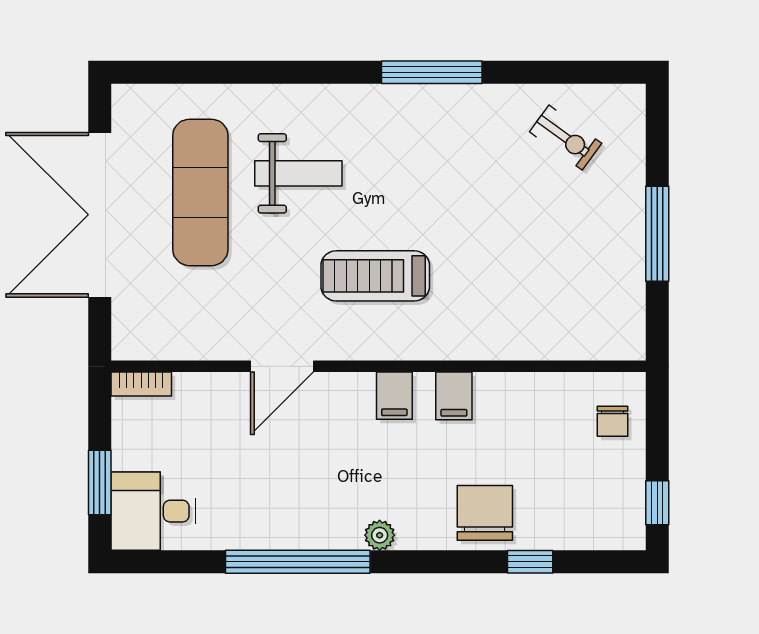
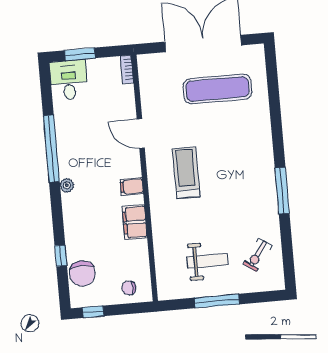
weight bench: (298, 173) -> (207, 261), moved, turned -90
filing cabinet: (454, 396) -> (135, 222), width x2.00
chair: (485, 513) -> (82, 274), moved, turned 90

